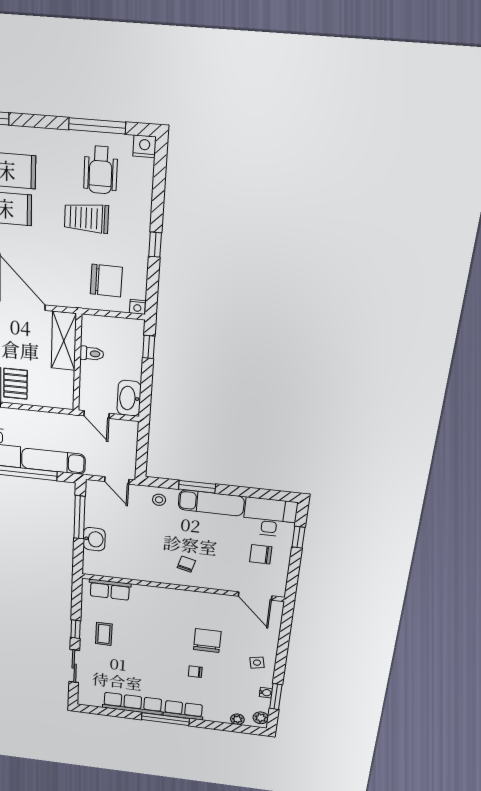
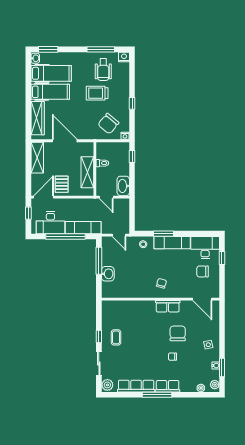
chair: (106, 281) -> (108, 124), turned 129
shelving: (64, 341) -> (87, 172), moved
row of seats: (110, 590) -> (168, 306), moved
plant: (87, 696) -> (107, 385), added

